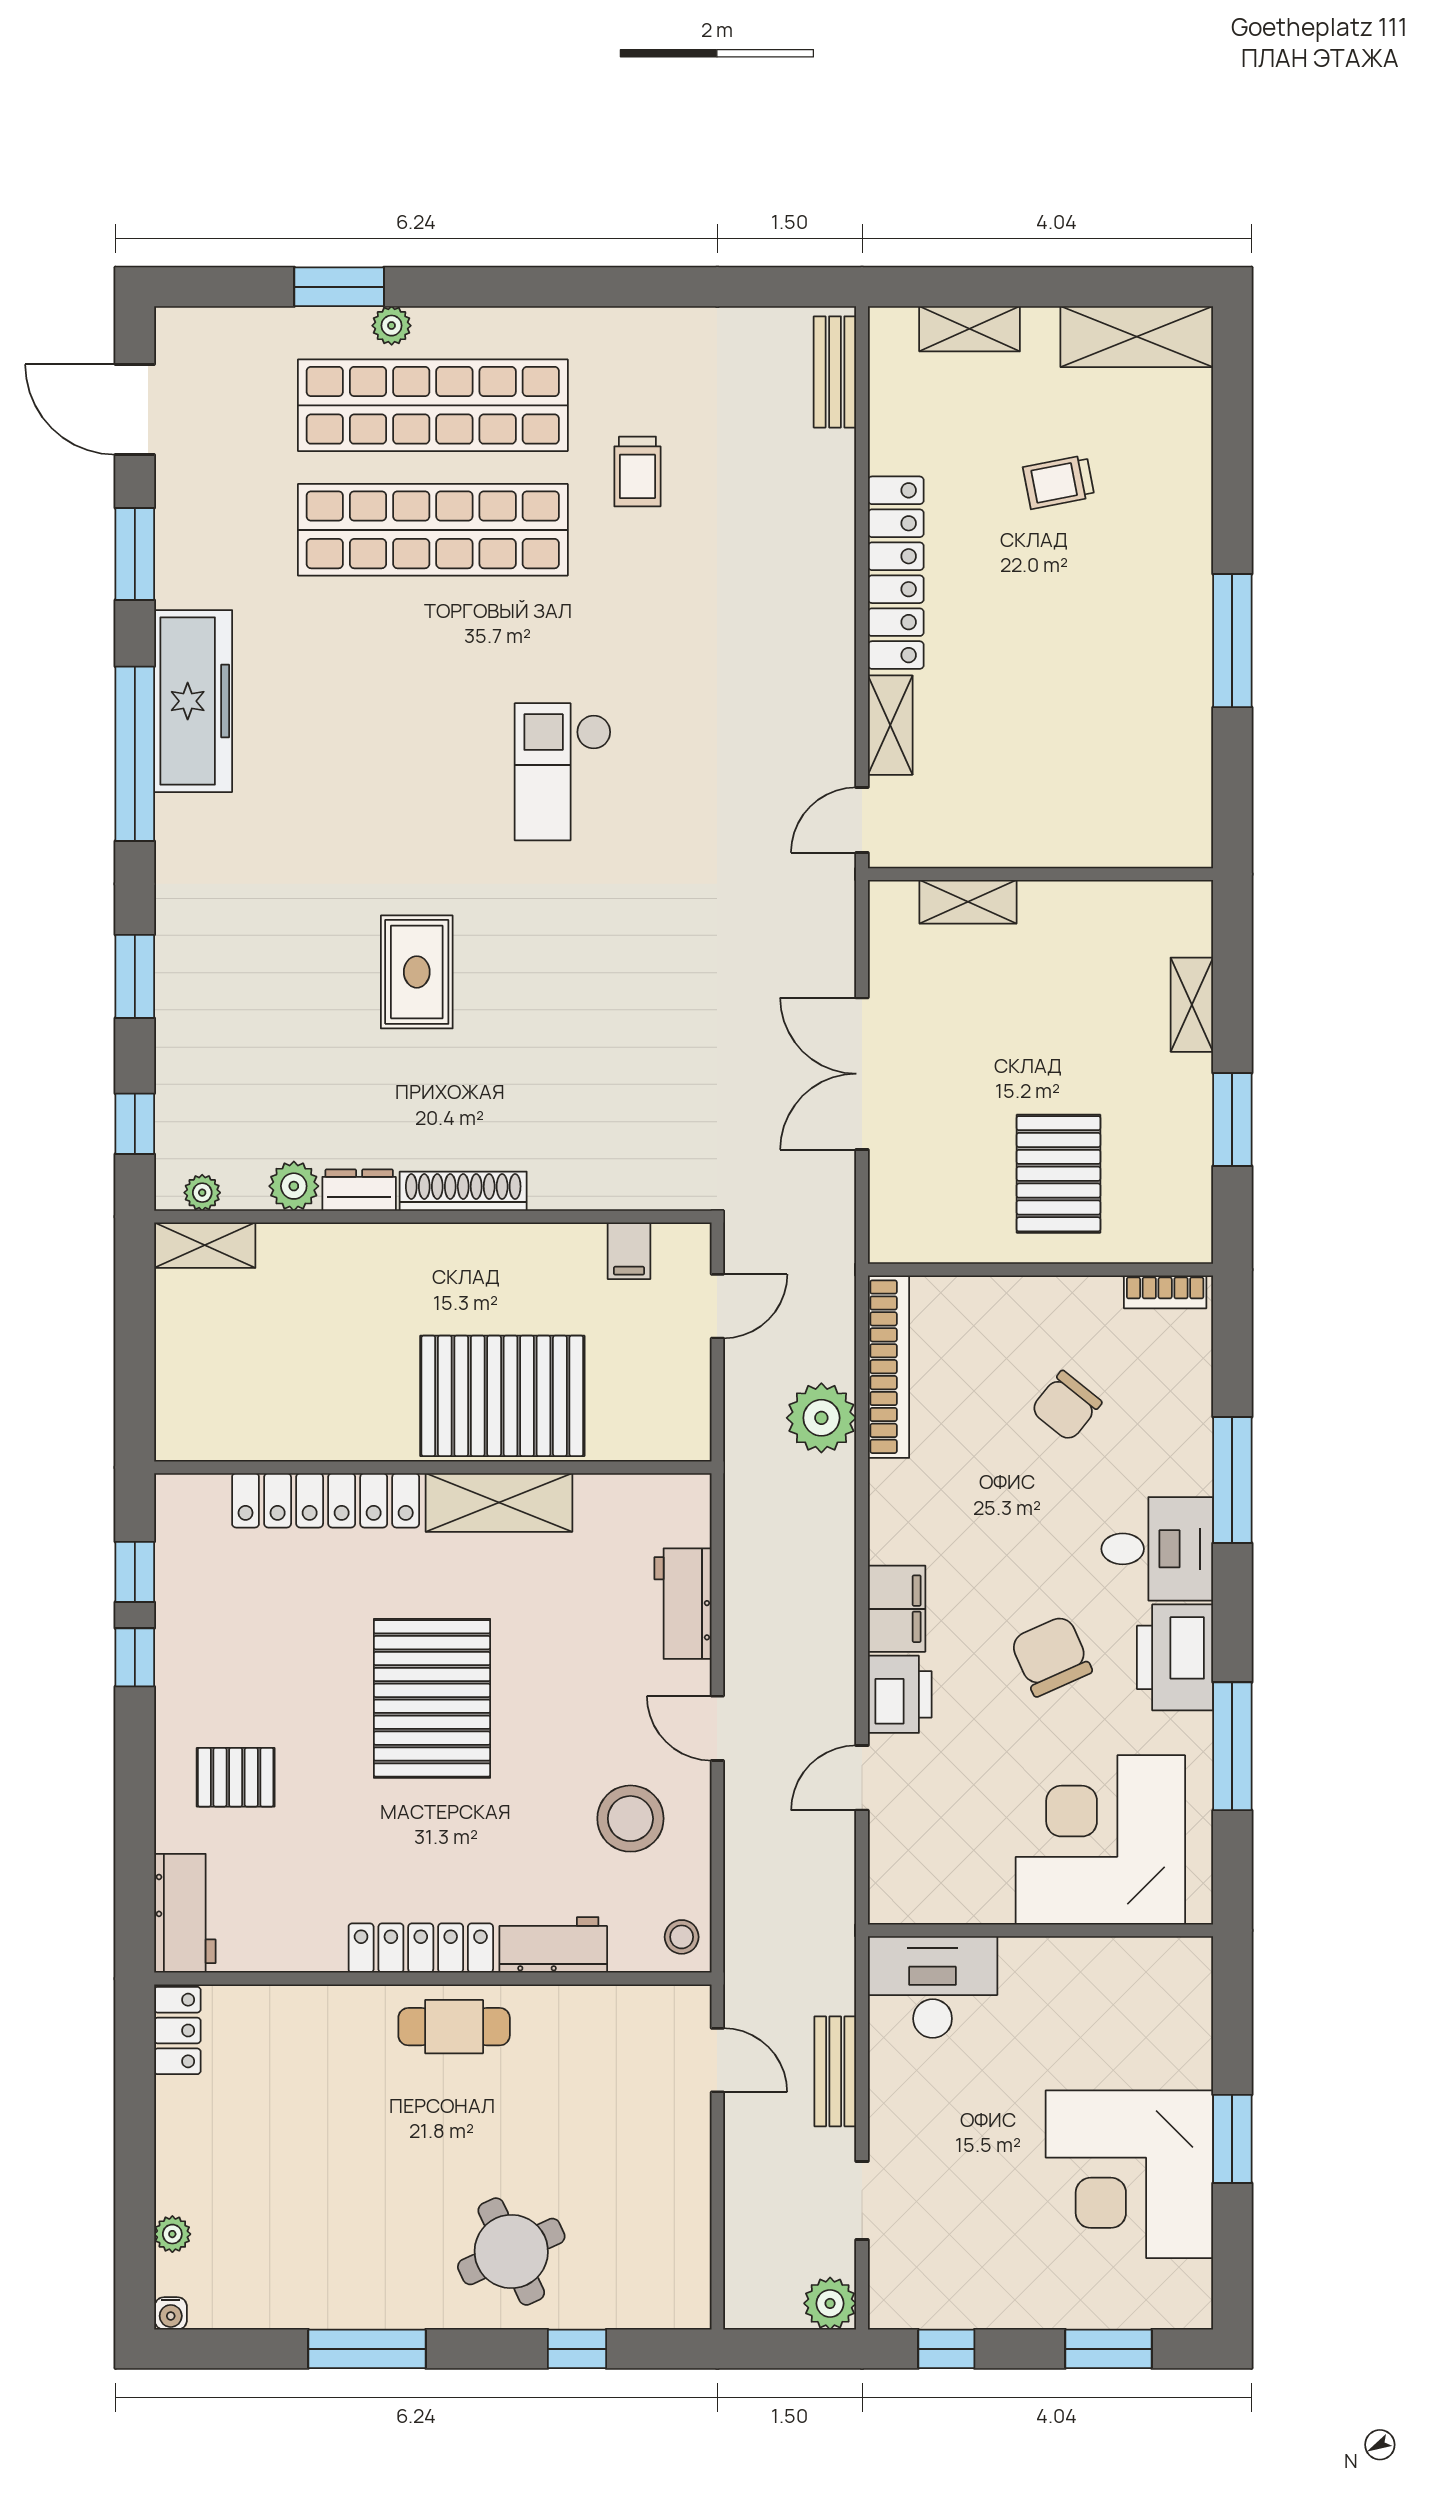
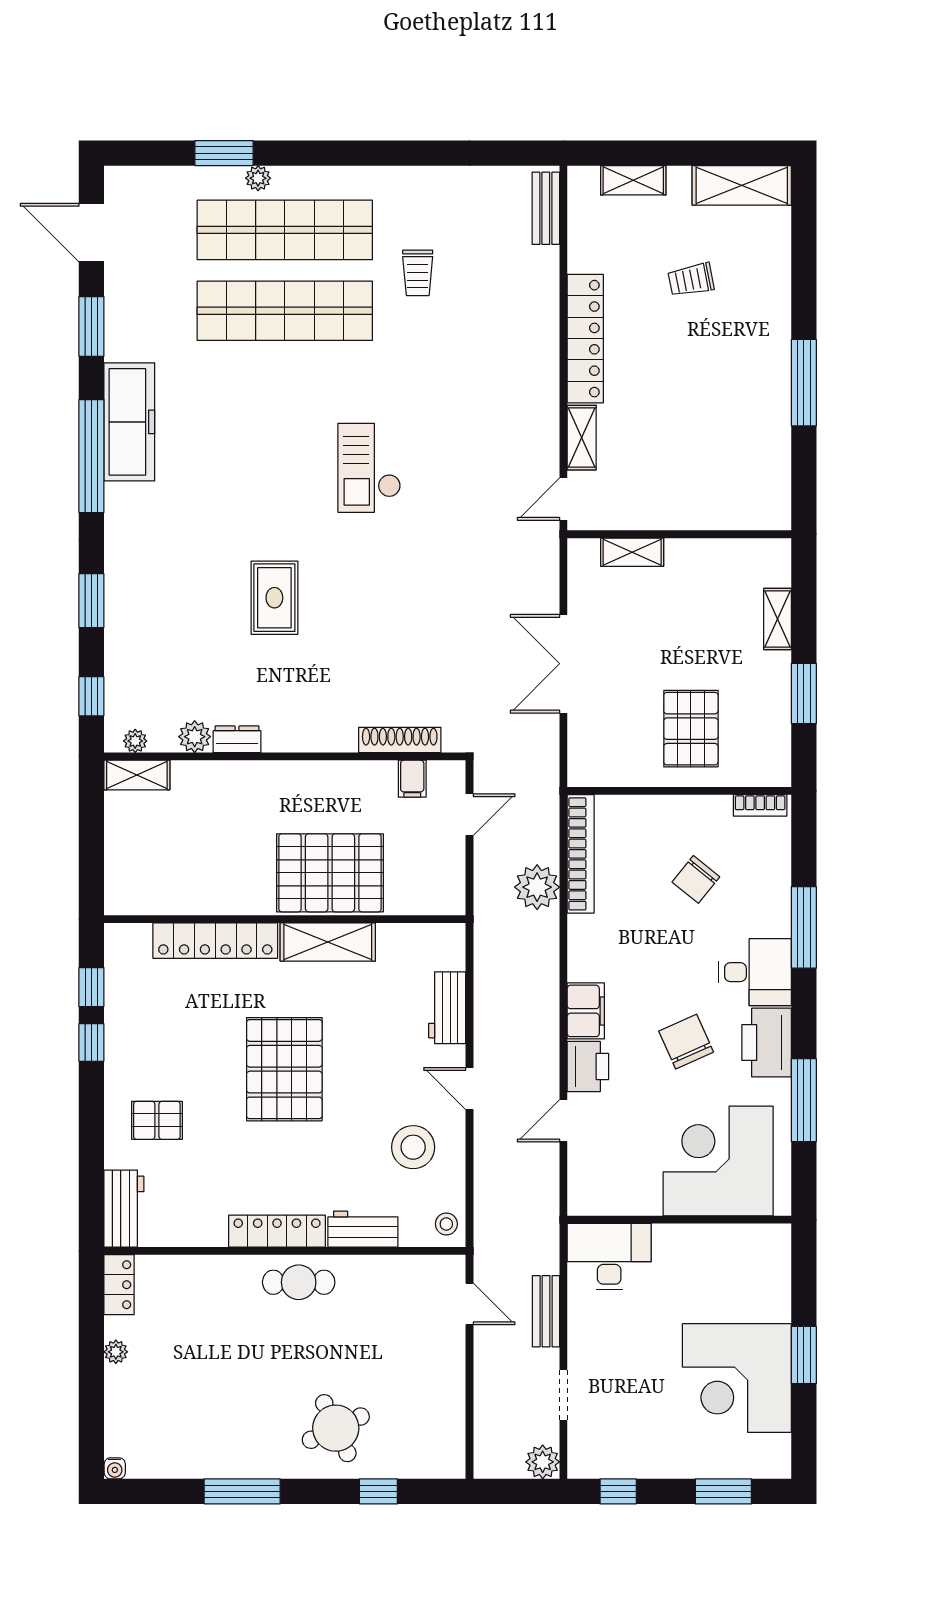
shoe rack: (463, 1191) -> (400, 740), moved
plant: (172, 2234) -> (116, 1352), moved

